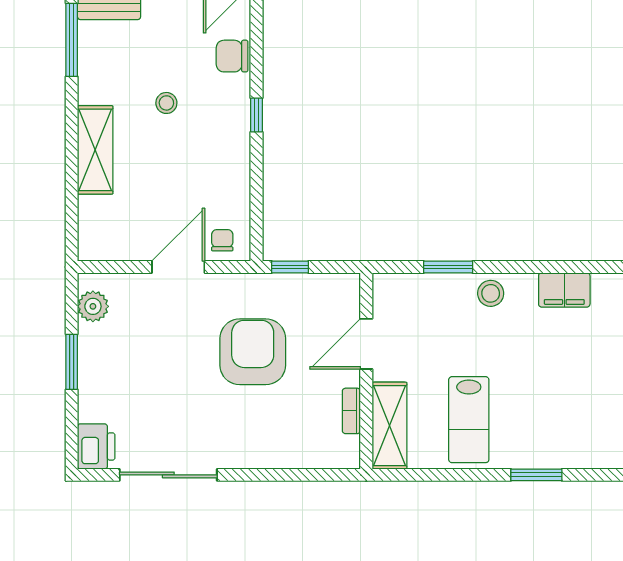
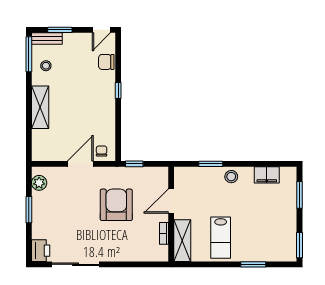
stool: (166, 103) -> (46, 66), moved

